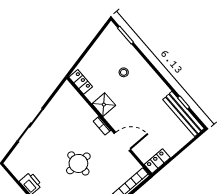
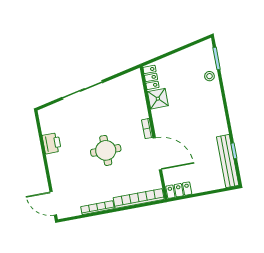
stool: (124, 72) -> (209, 76), moved
shower: (104, 105) -> (158, 99), moved
door: (122, 141) -> (157, 154), width x1.36

